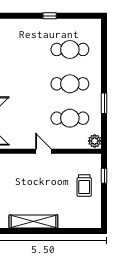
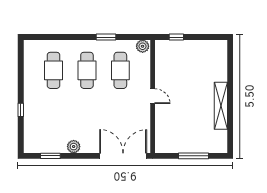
window: (50, 16) -> (21, 110), moved
door: (43, 151) -> (153, 96), swing flipped
trolley: (84, 186) -> (186, 56), removed

